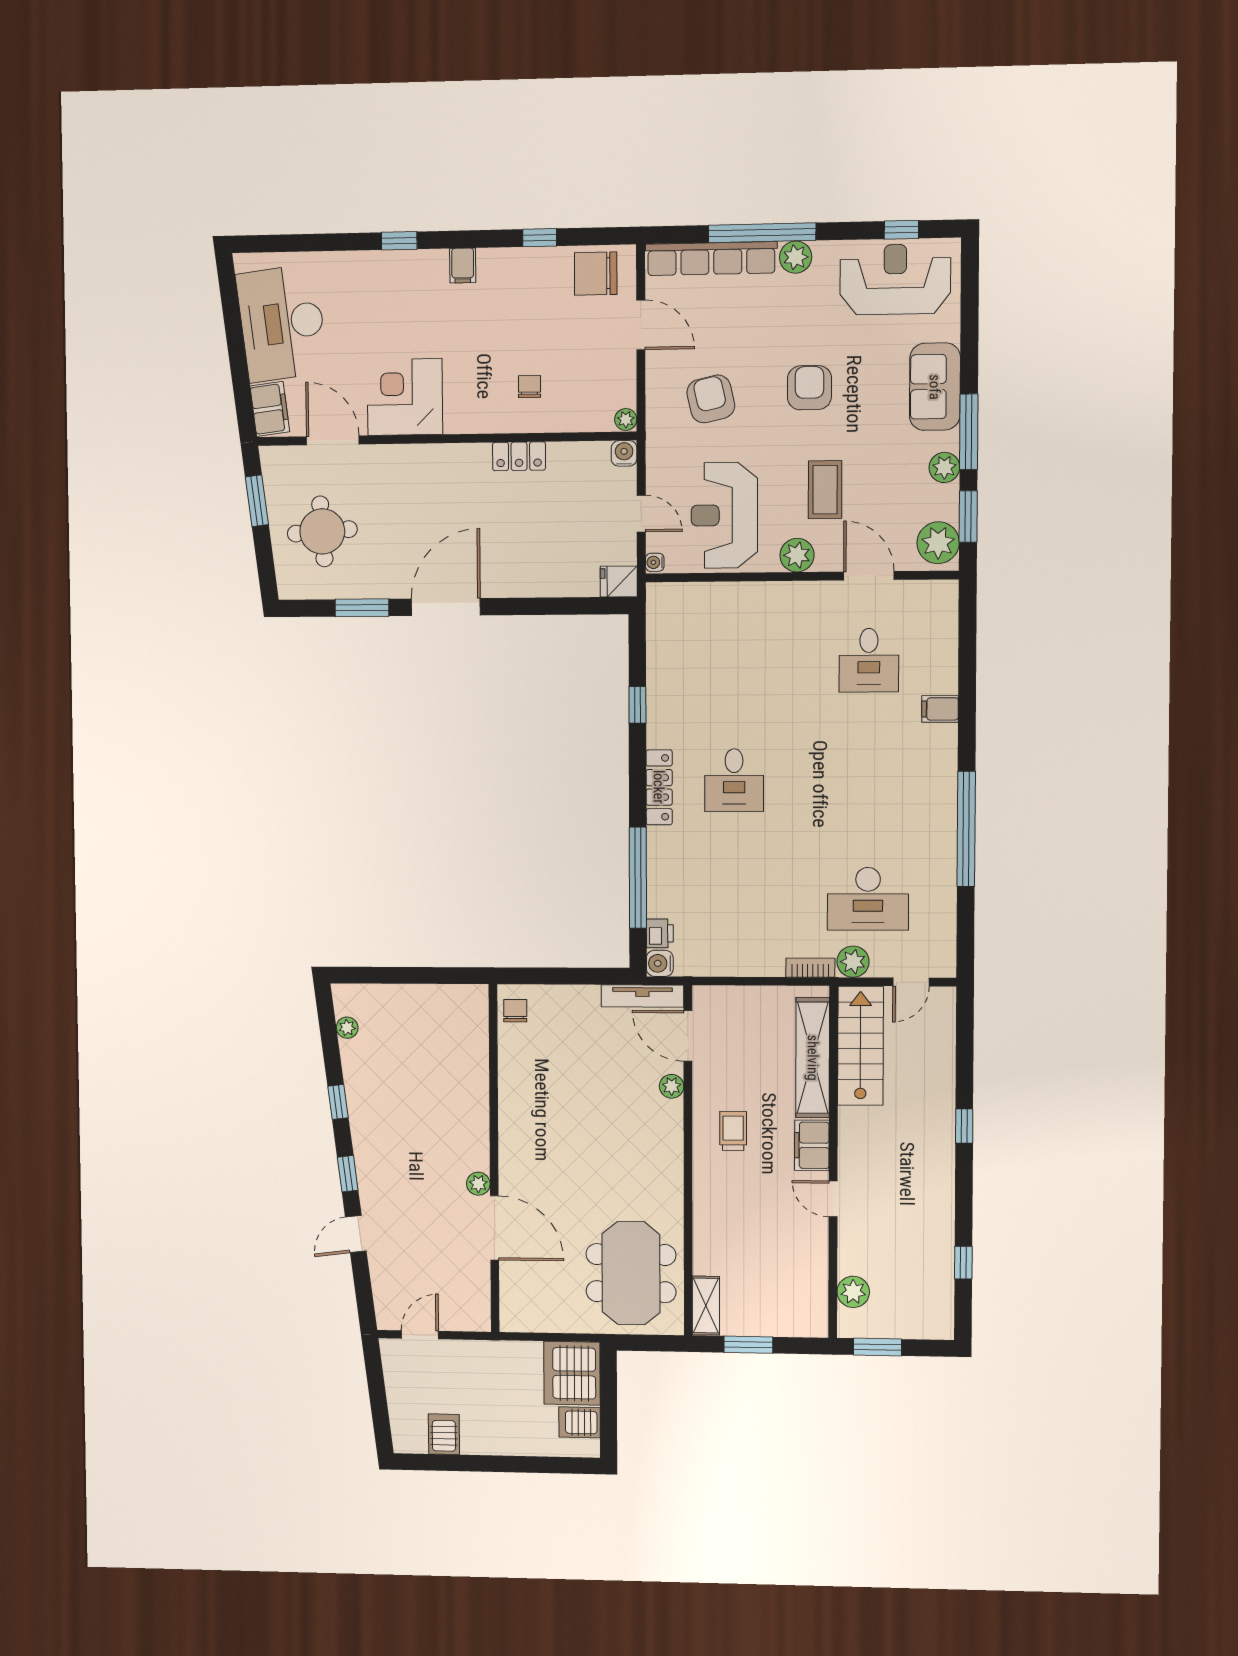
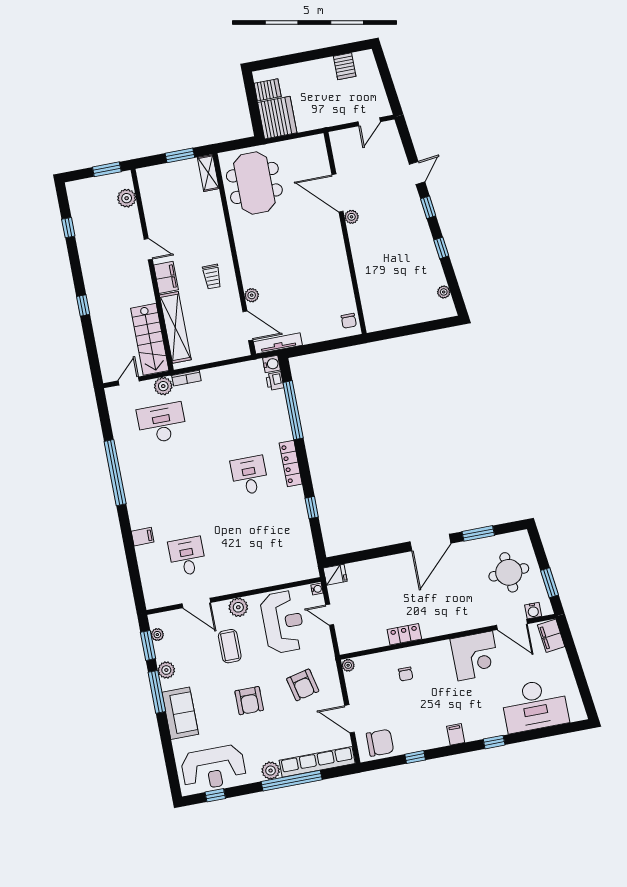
desk: (282, 323) -> (535, 705), moved, turned 97
water cooler: (624, 453) -> (533, 611), moved
plant: (938, 543) -> (157, 635), width x0.53, depth x0.53

